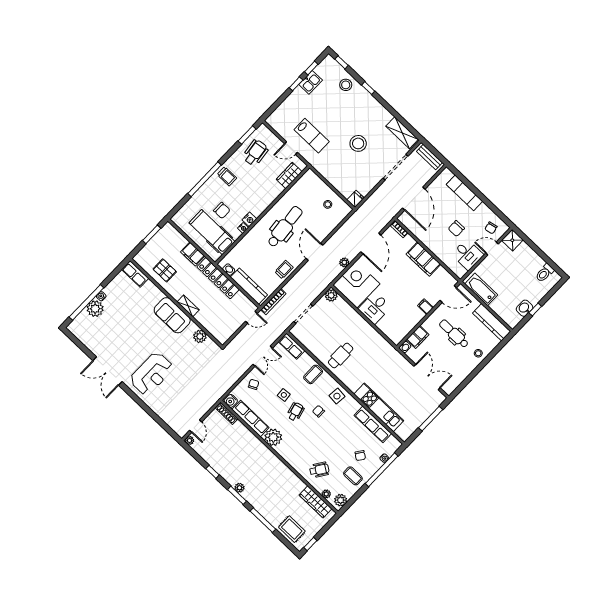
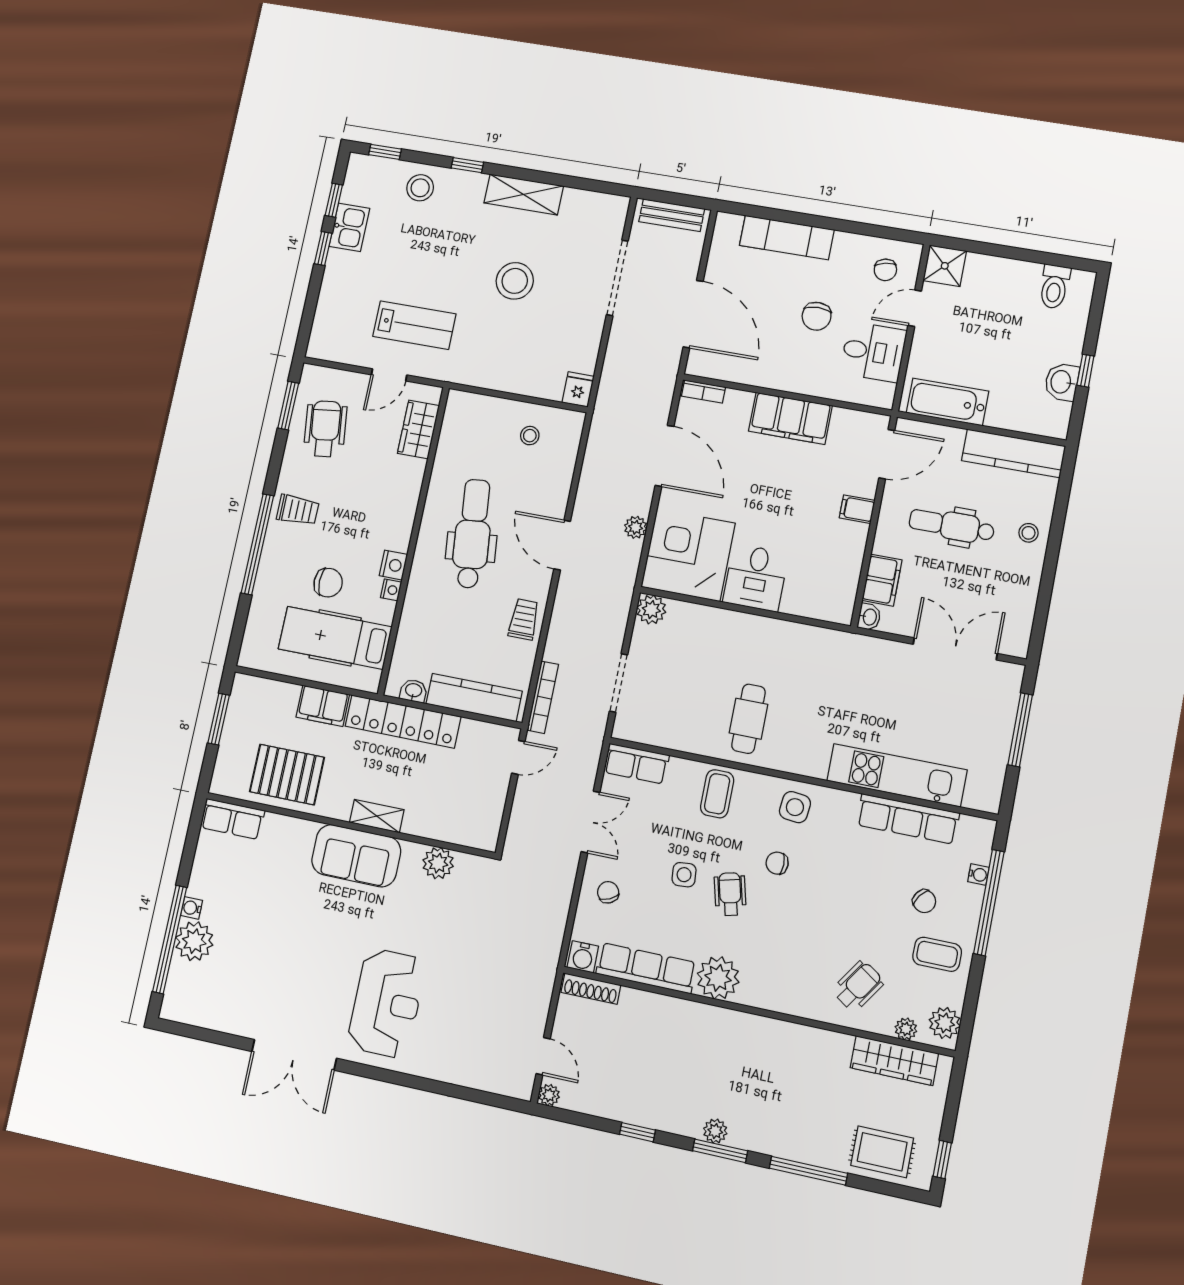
shelving: (402, 133) -> (524, 194), moved
pallet: (165, 270) -> (287, 774), width x1.50, depth x1.42

